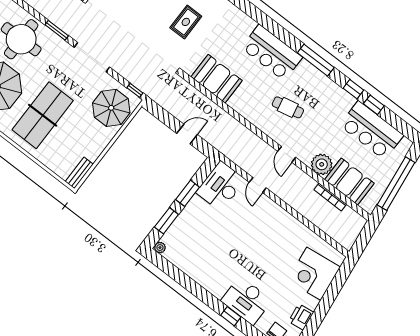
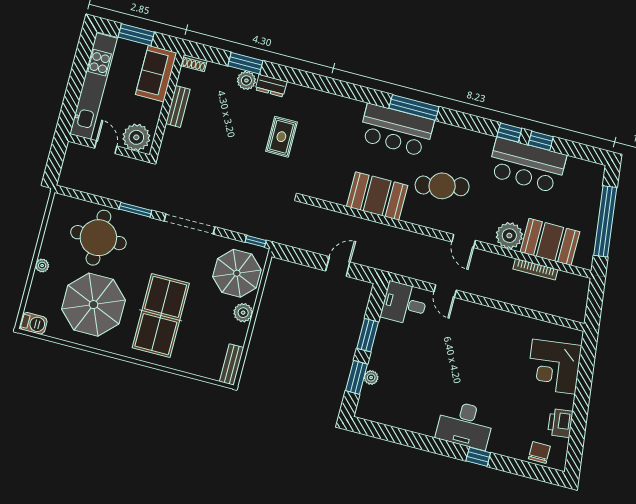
window: (316, 60) -> (414, 107), moved
booth: (217, 79) -> (377, 196), moved
cafe table: (288, 107) -> (442, 186), width x1.37, depth x1.35
bar counter: (371, 130) -> (527, 165), moved
plant: (104, 139) -> (243, 313), added
desk: (221, 186) -> (404, 304), width x0.73
plant: (160, 248) -> (371, 378), moved
desk: (246, 301) -> (465, 425), moved

